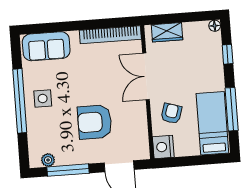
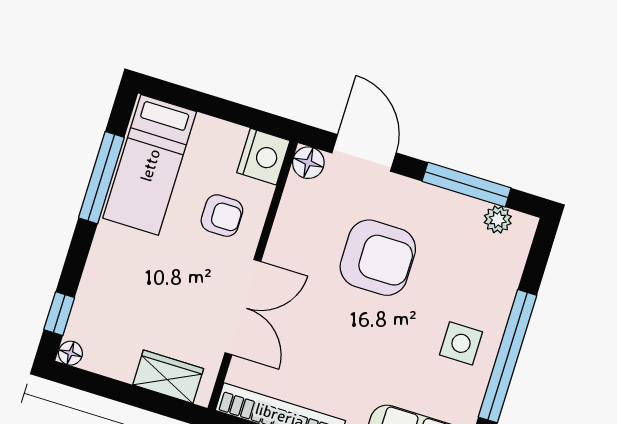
window: (228, 54) -> (59, 314), moved
armchair: (171, 113) -> (222, 216), turned -107
floor lamp: (142, 152) -> (308, 163), added

